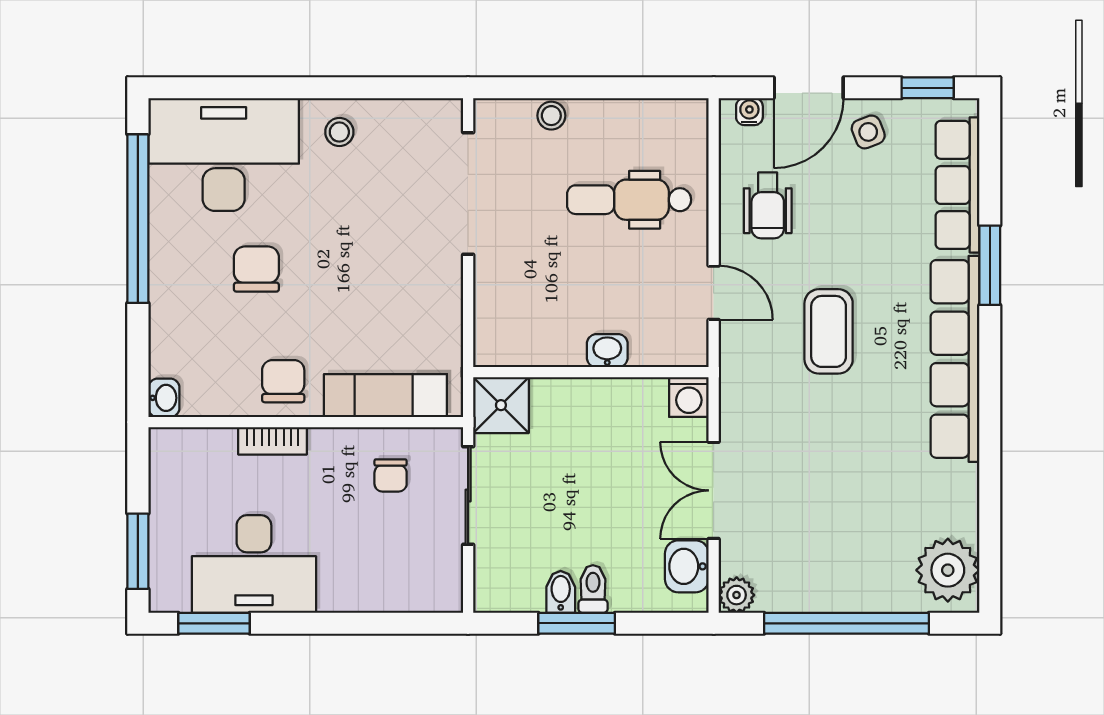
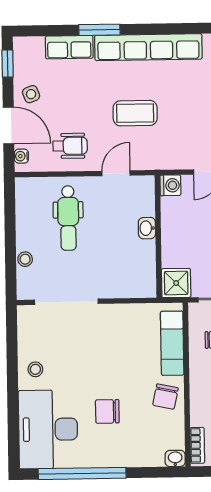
row of seats: (957, 185) -> (69, 47), width x0.68
chair: (283, 381) -> (165, 396), turned -78
bookcase: (273, 441) -> (197, 445), moved

